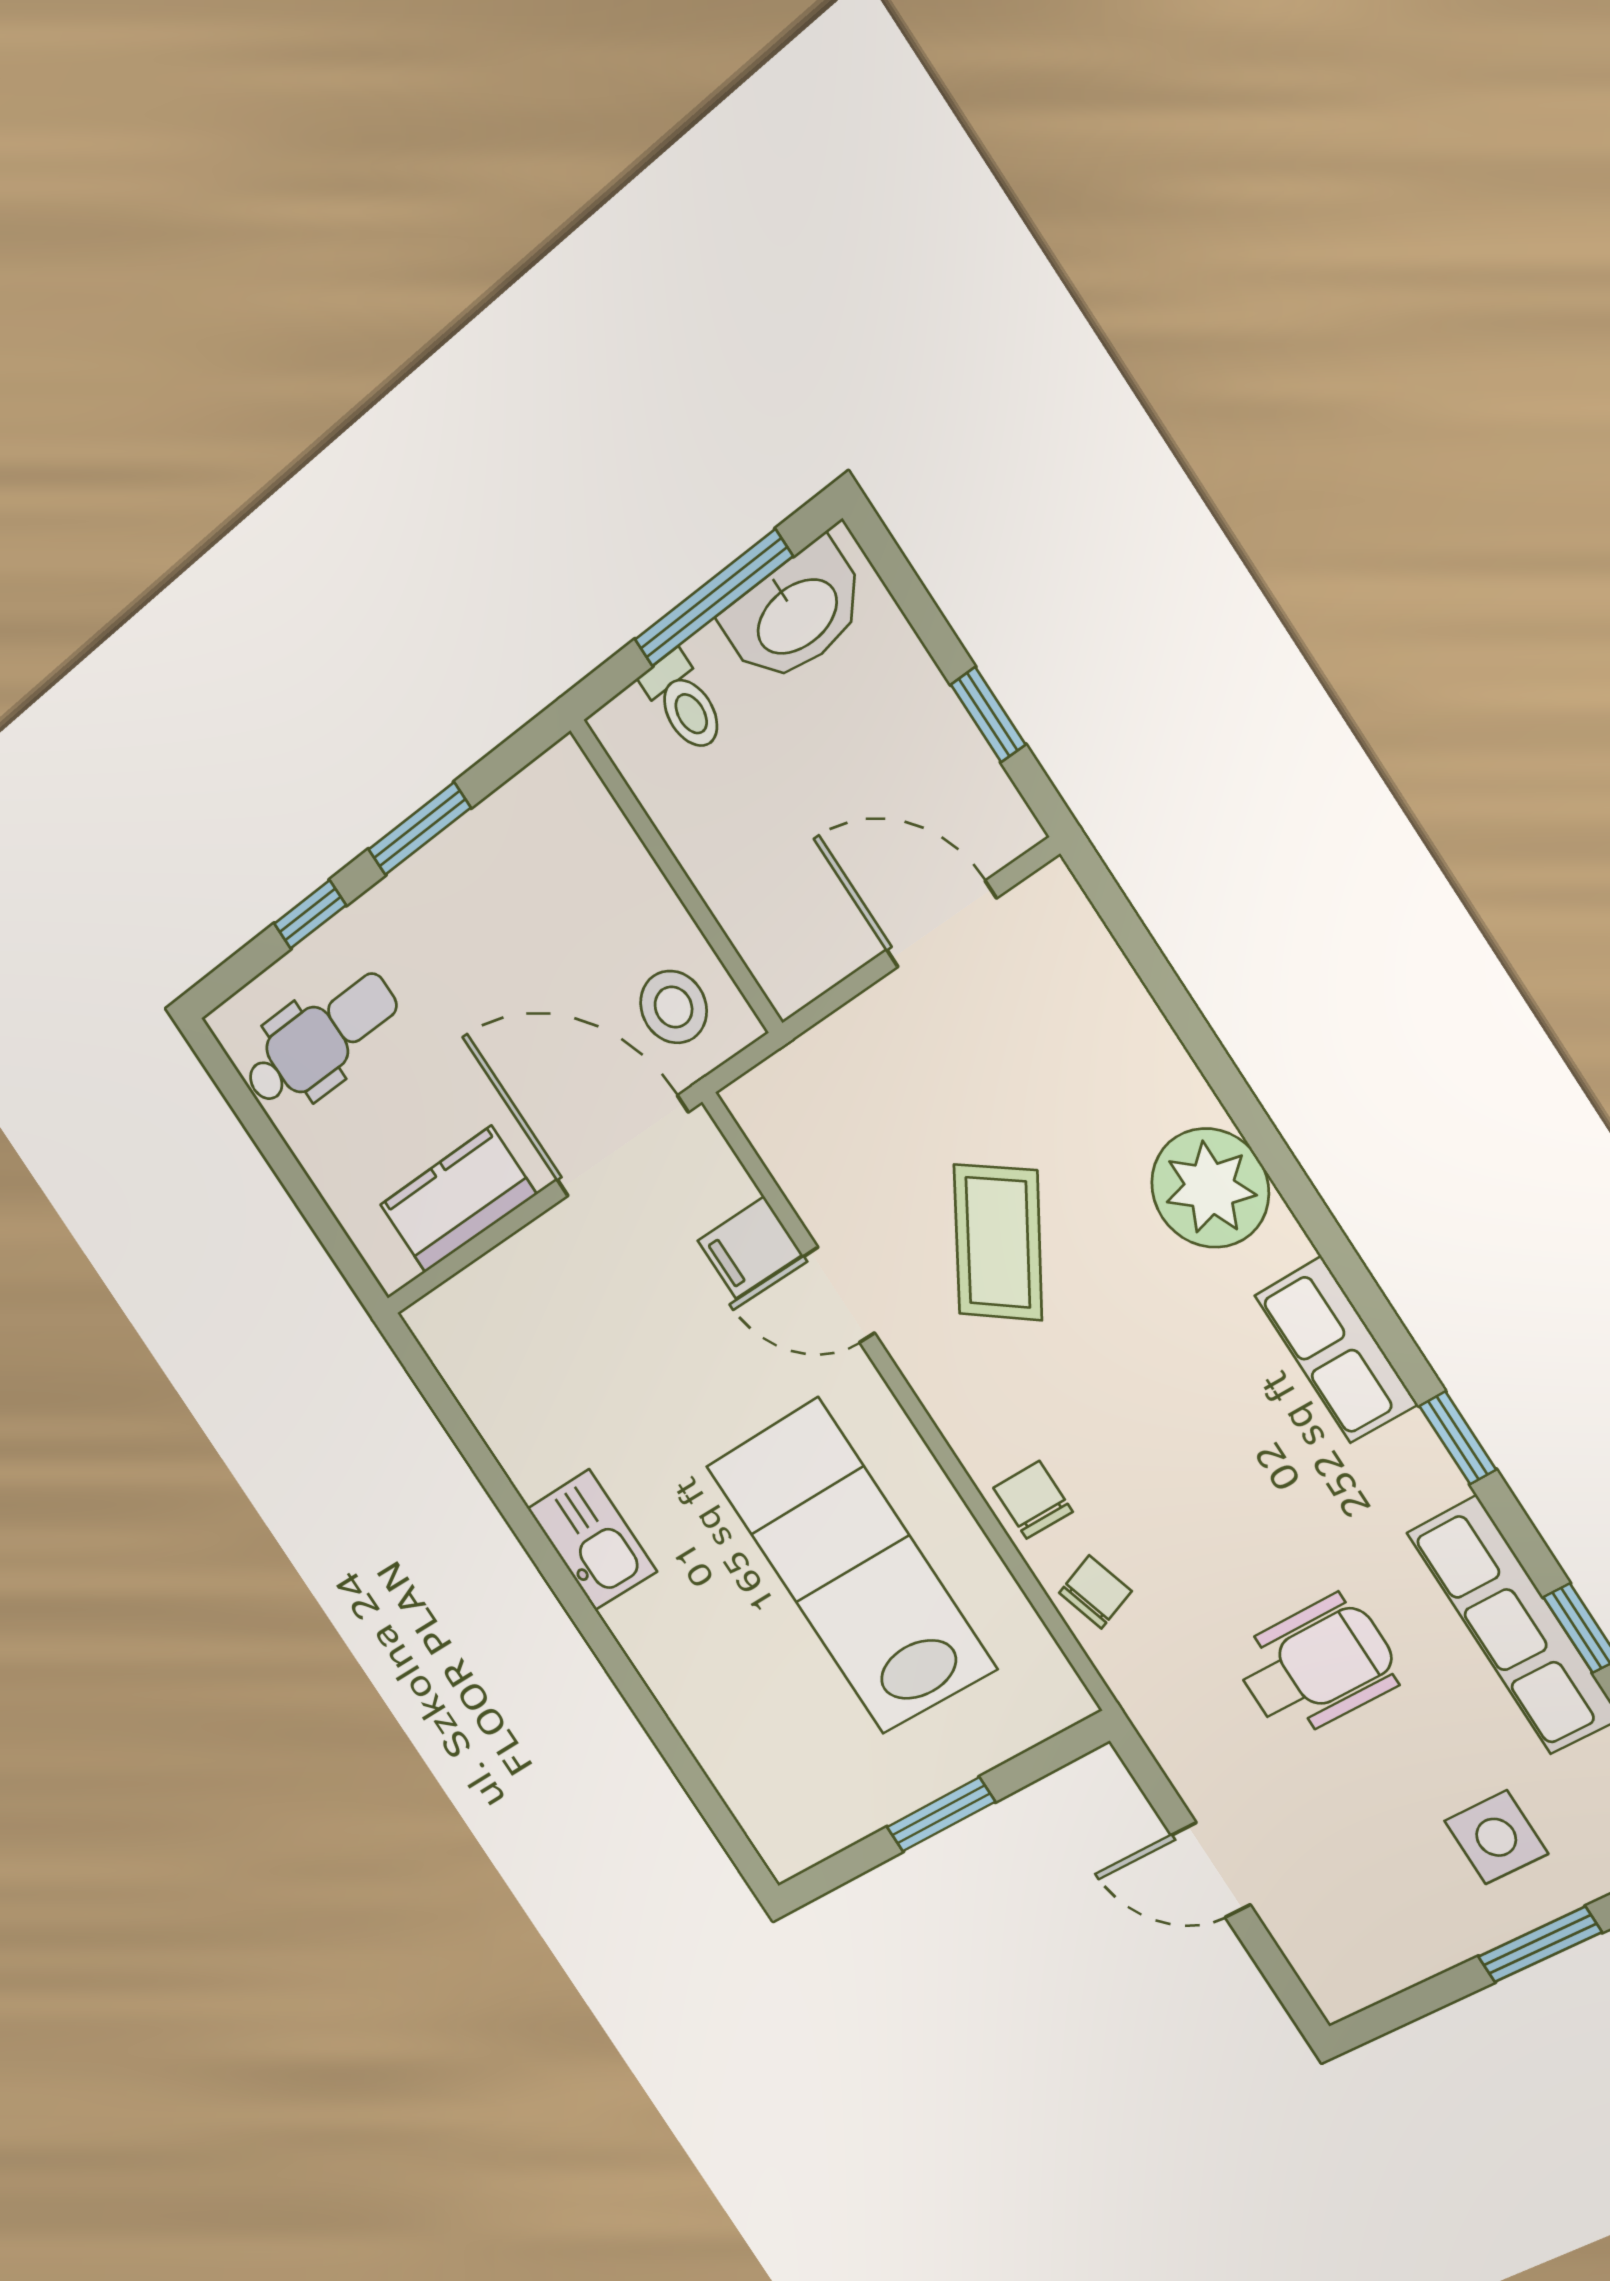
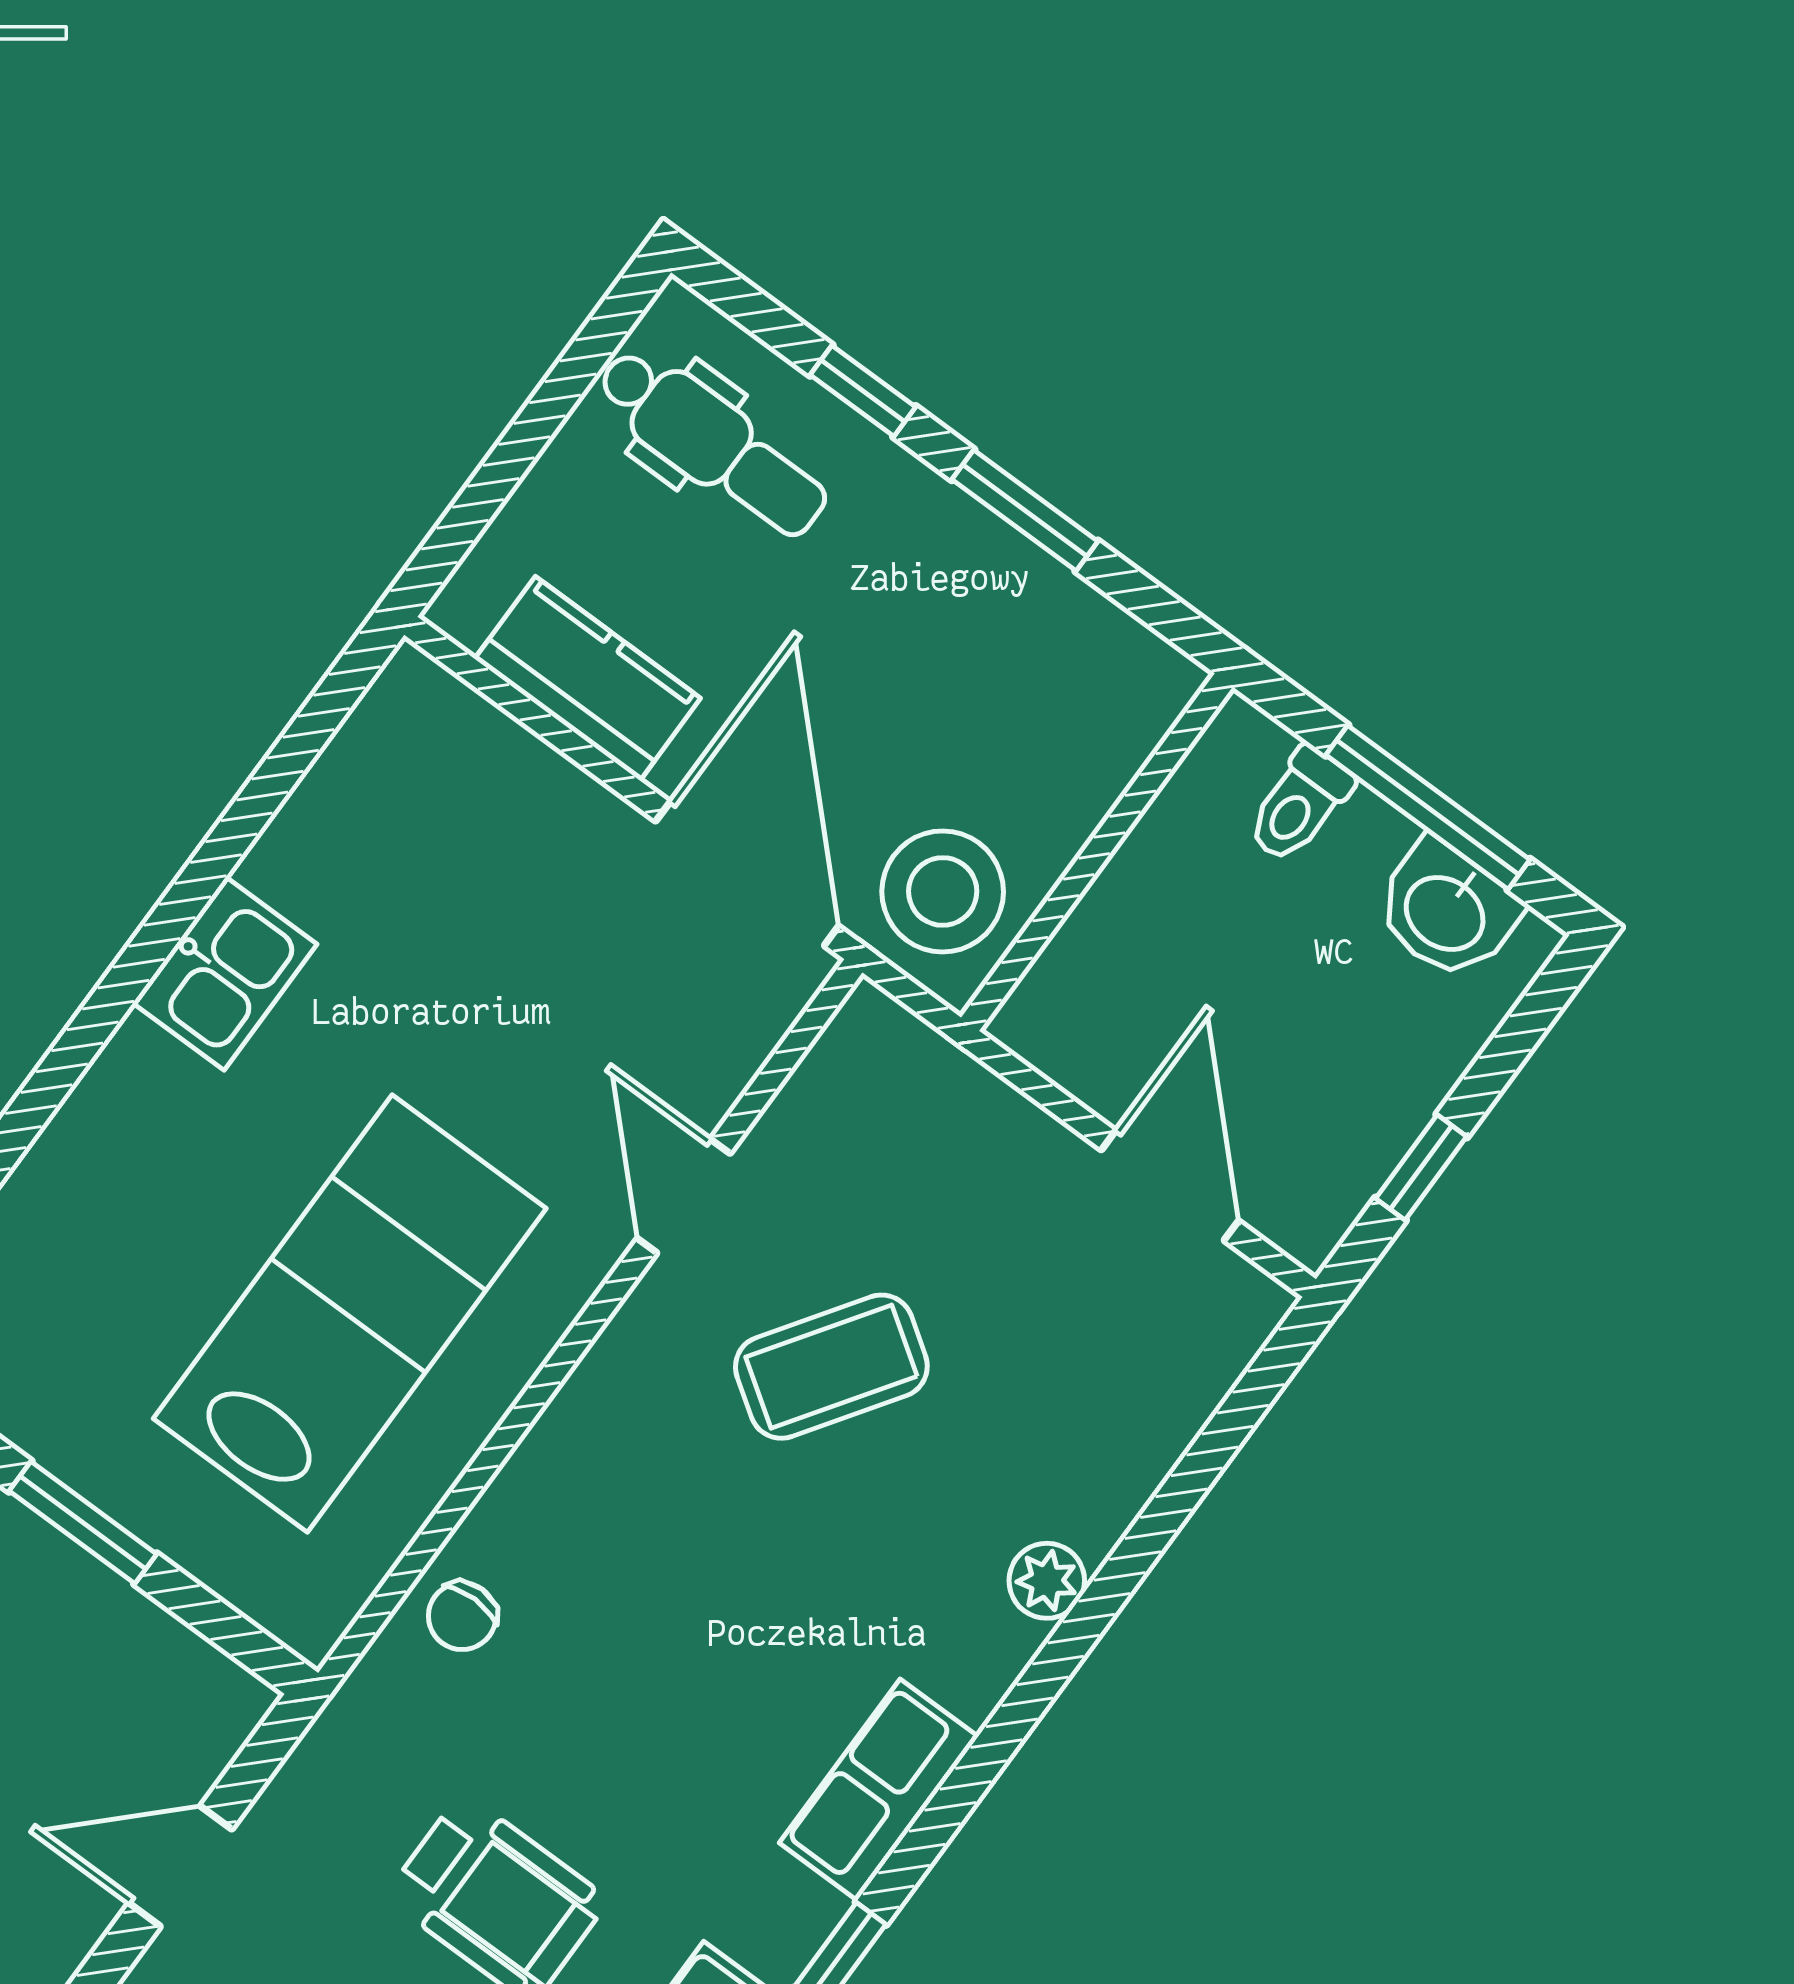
washbasin: (796, 614) -> (1446, 911), width x0.72
stool: (674, 1007) -> (943, 891), width x1.38, depth x1.38
plant: (1210, 1188) -> (1047, 1581), width x0.53, depth x0.53
filing cabinet: (750, 1248) -> (693, 1070), removed
chair: (1033, 1500) -> (540, 1506), removed
chair: (1095, 1592) -> (462, 1616), turned 109
door: (1211, 1870) -> (180, 1866), hinge flipped

